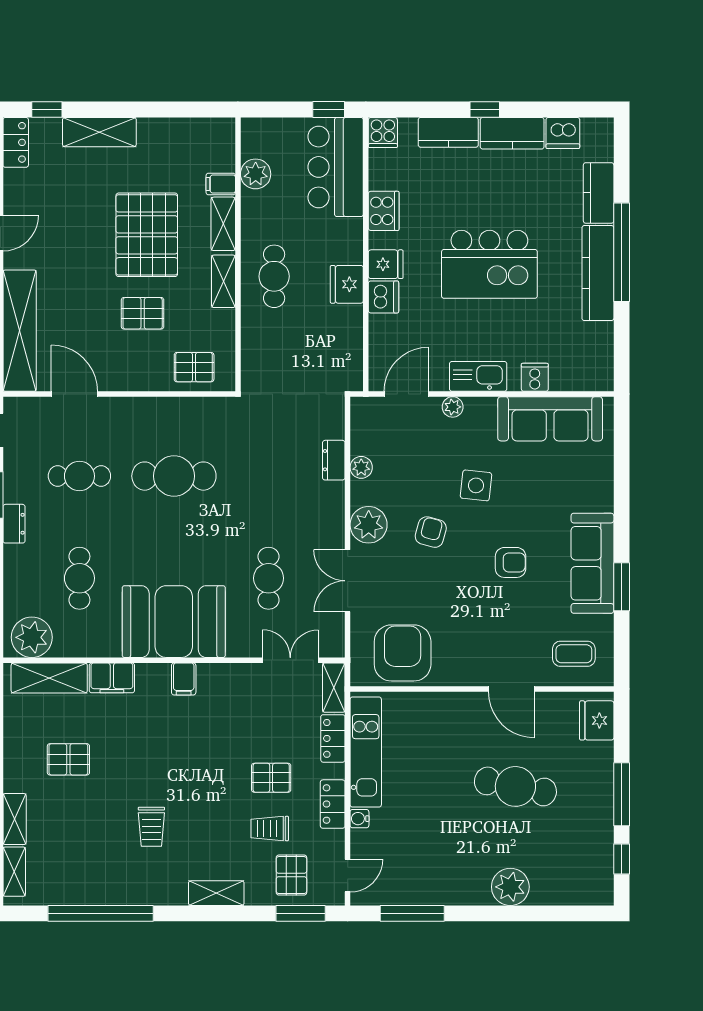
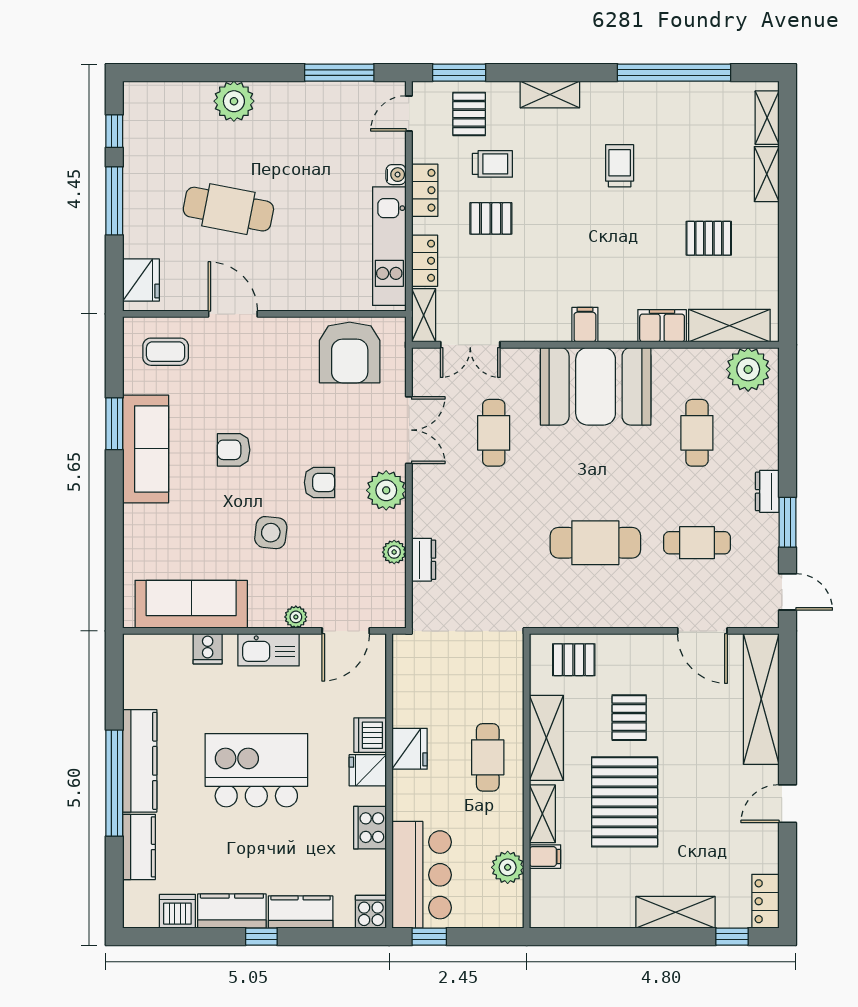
shelving: (223, 281) -> (546, 738), width x1.50, depth x1.33
pallet: (143, 313) -> (629, 718), turned 90
armchair: (431, 532) -> (319, 482), turned -105

